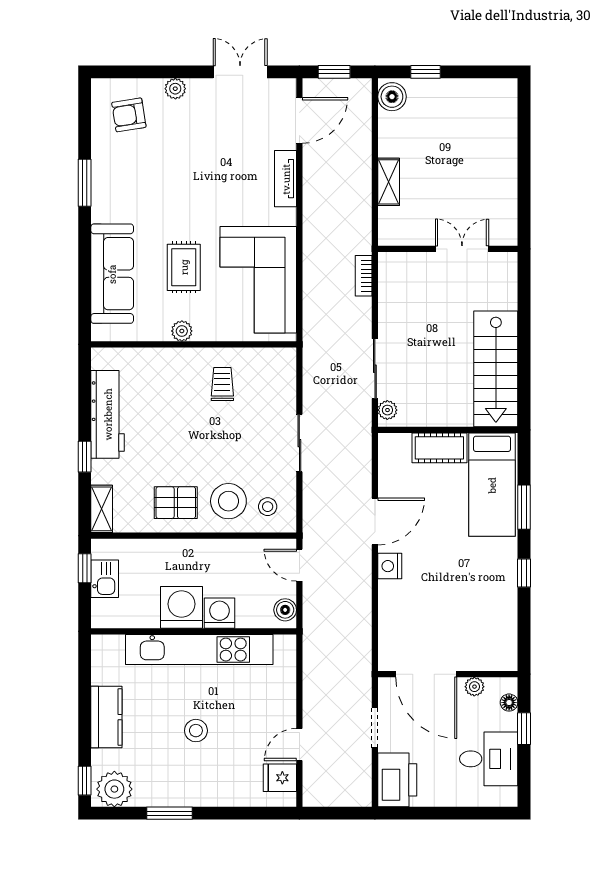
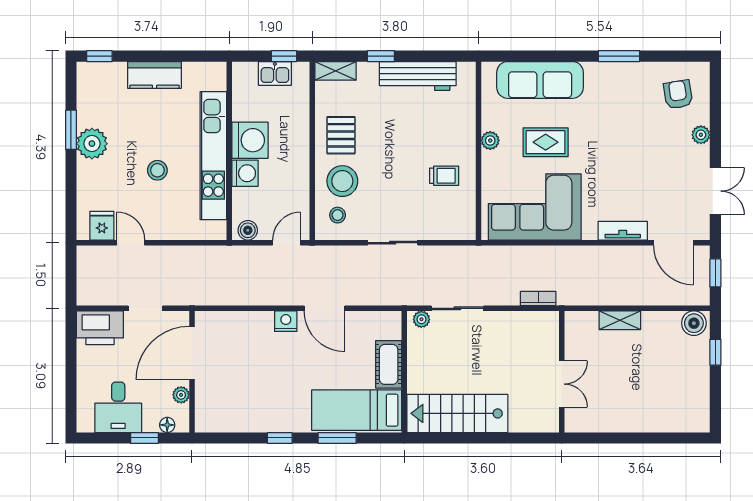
stool: (196, 731) -> (157, 170), moved
plant: (114, 789) -> (92, 144), moved

